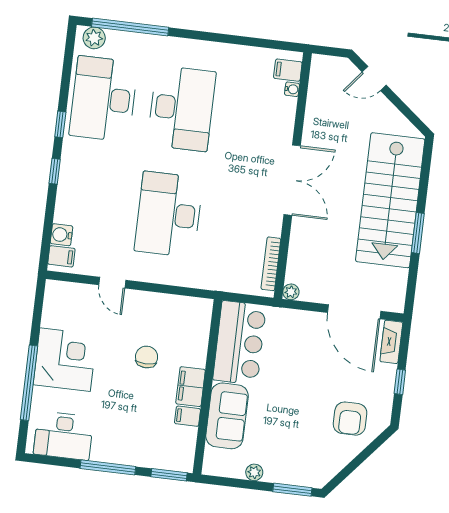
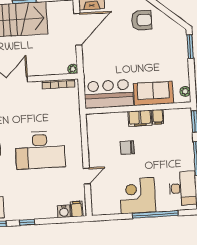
plant: (254, 472) -> (185, 91), moved

